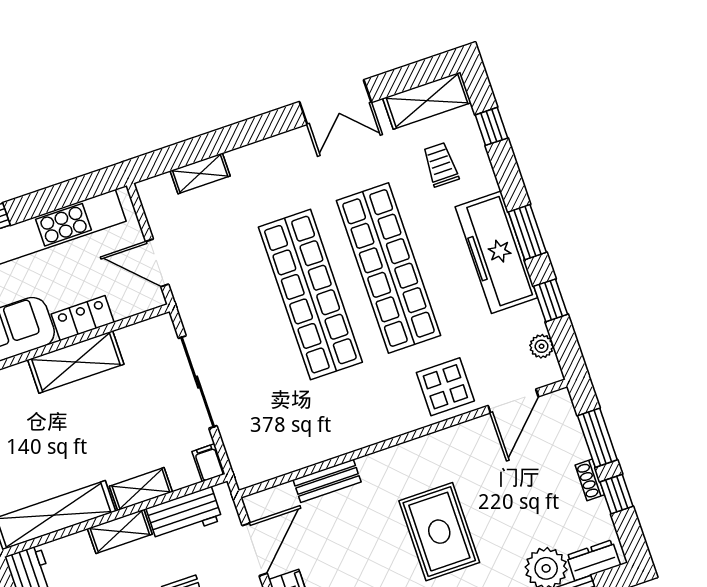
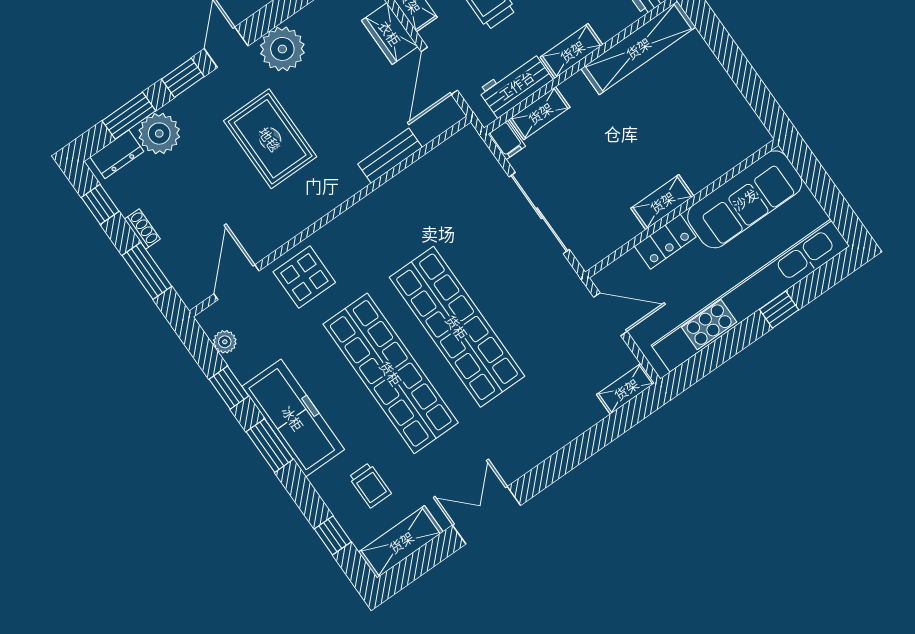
shelving: (200, 173) -> (626, 389), moved
shelving: (76, 362) -> (662, 202), width x0.67, depth x0.75
shelving: (141, 489) -> (540, 113), moved
window: (617, 494) -> (100, 204), moved

